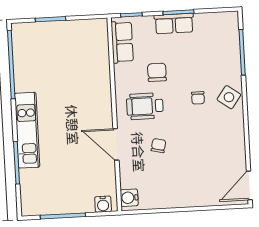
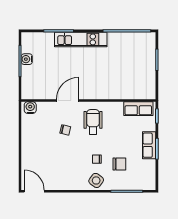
chair: (157, 72) -> (119, 164), moved
water cooler: (103, 204) -> (27, 59), moved

